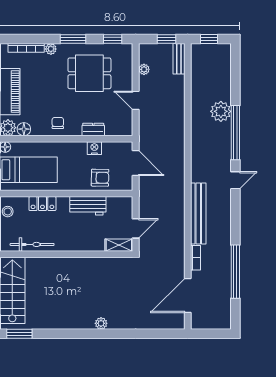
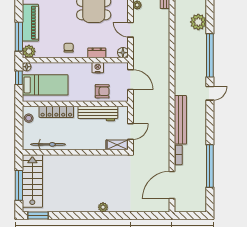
plant: (221, 111) -> (198, 22), moved
floor lamp: (24, 129) -> (123, 53), moved
locker: (42, 204) -> (56, 112), width x1.53
workbench: (88, 206) -> (98, 114), width x1.38

